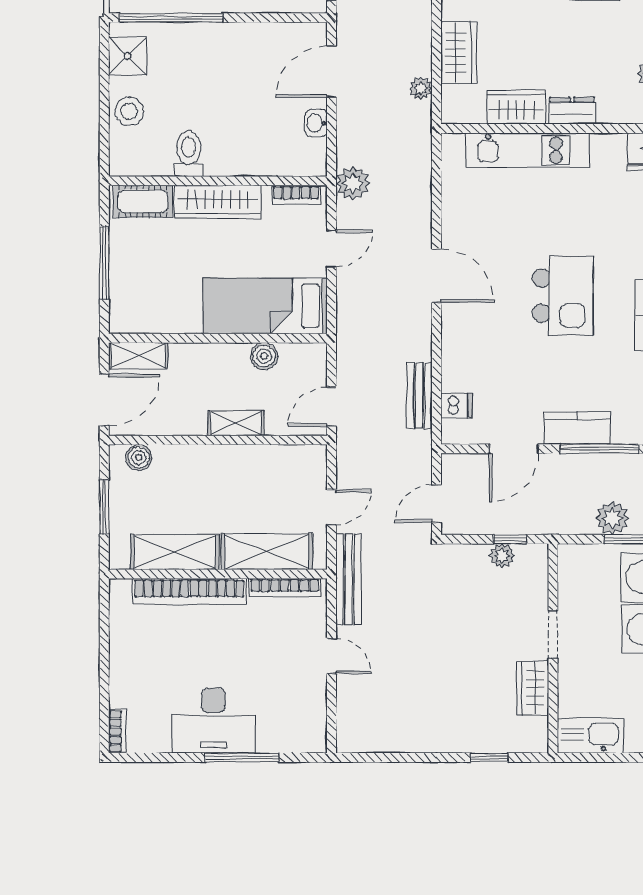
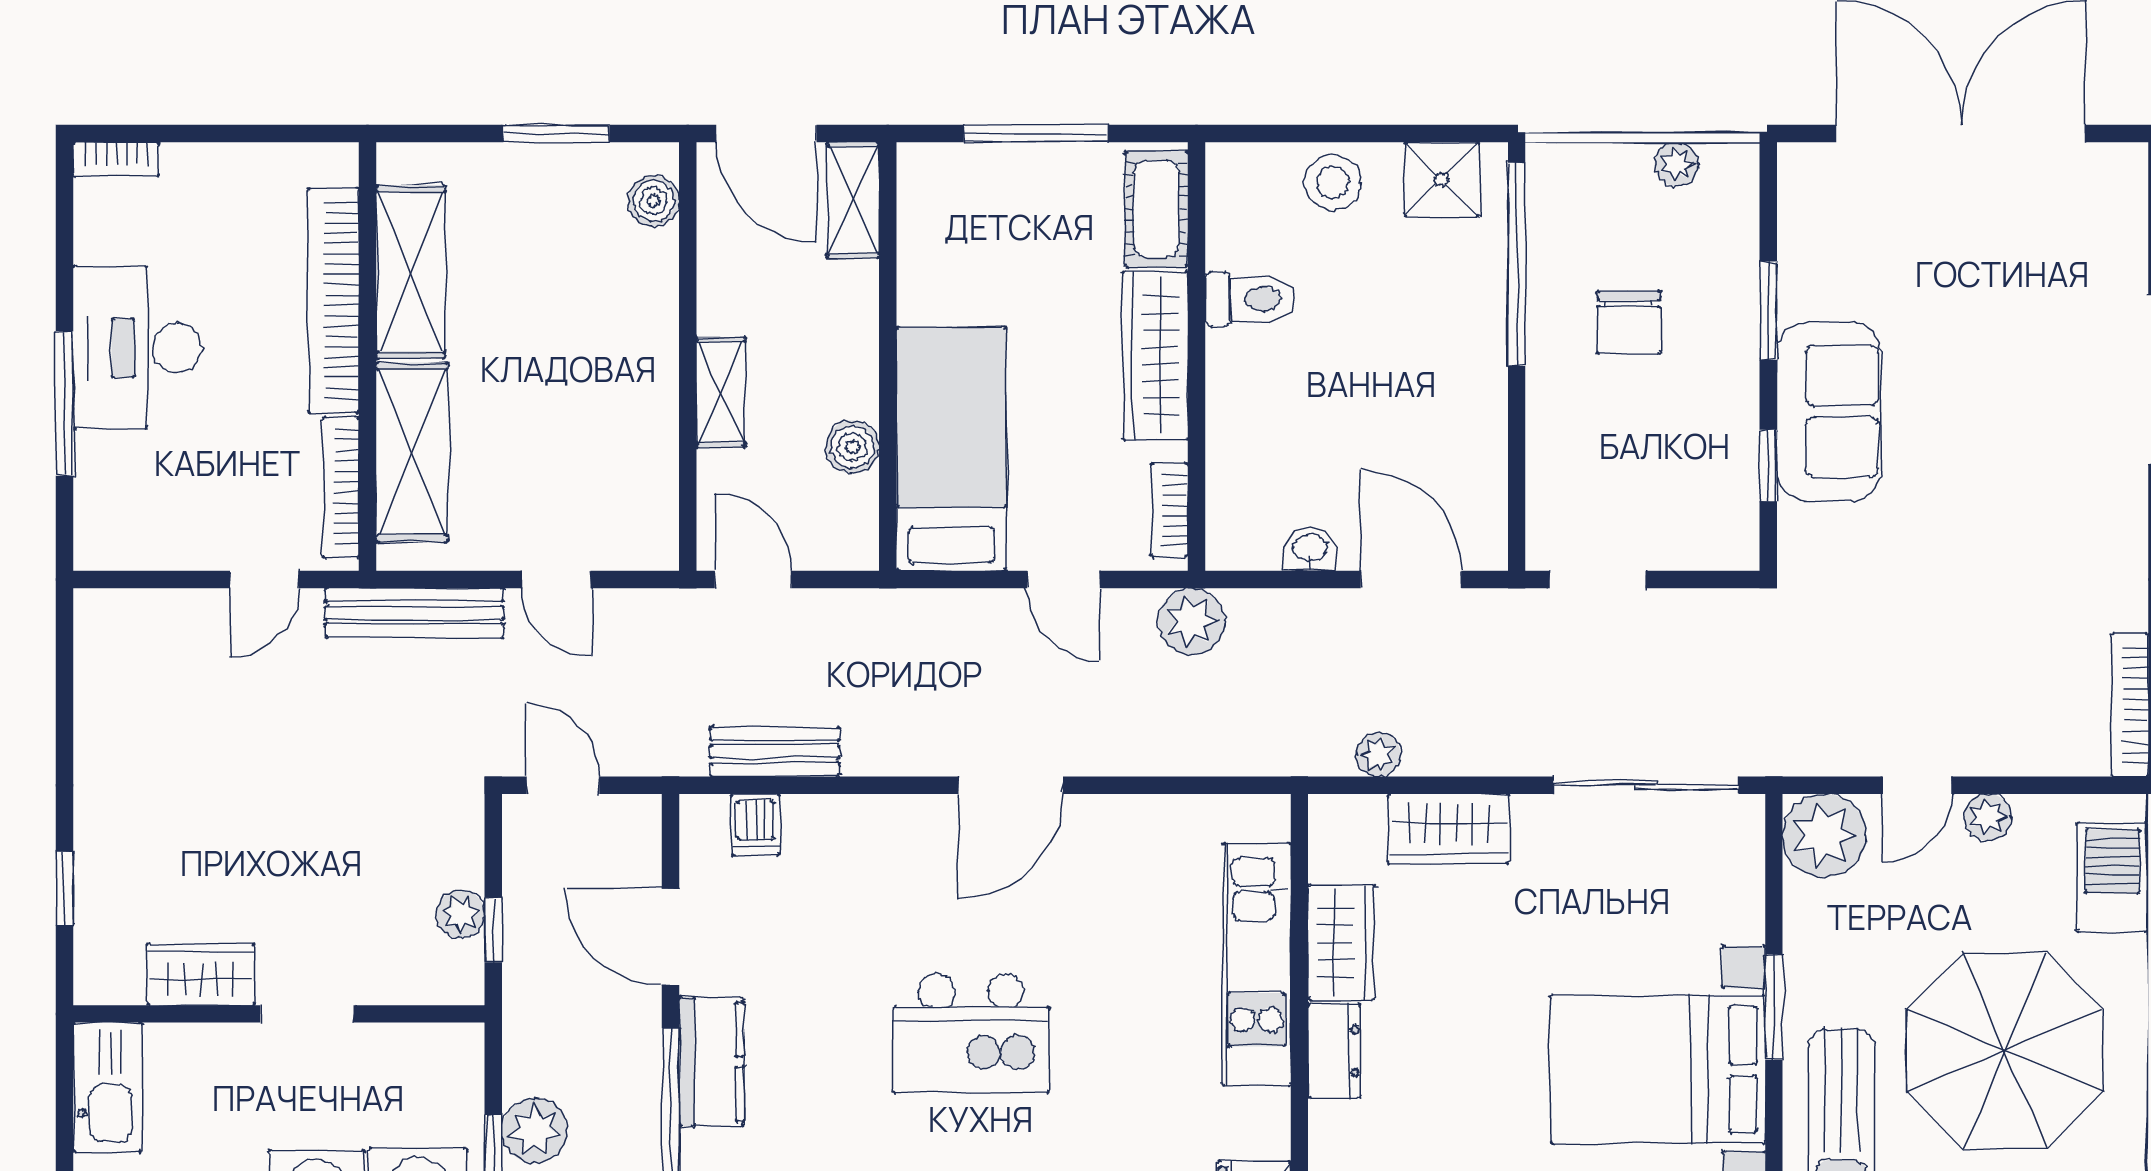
shelving: (267, 551) -> (412, 452), moved
shelving: (175, 552) -> (411, 272), moved
wall: (218, 574) -> (368, 356), moved
bookcase: (285, 588) -> (341, 488), moved
bookcase: (189, 591) -> (333, 300), moved

